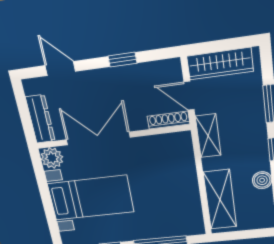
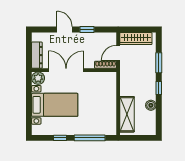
door: (60, 68) -> (64, 29), moved
door: (189, 96) -> (118, 53), hinge flipped
shelving: (208, 136) -> (125, 76), removed

